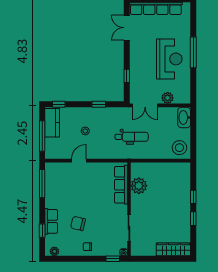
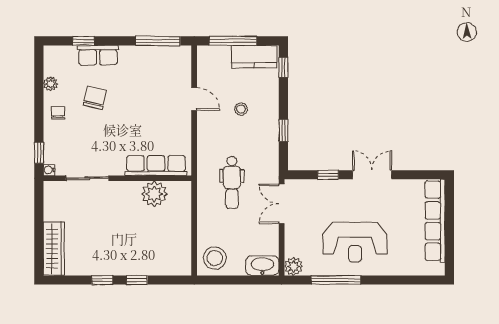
double door: (127, 28) -> (372, 175), moved
window: (193, 52) -> (336, 280), moved
plant: (168, 98) -> (293, 266), moved
plant: (54, 251) -> (51, 84), moved

